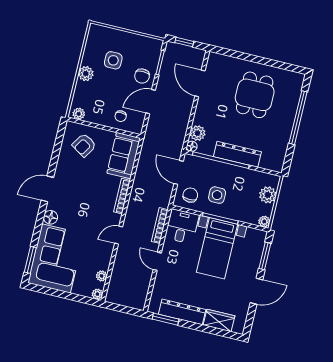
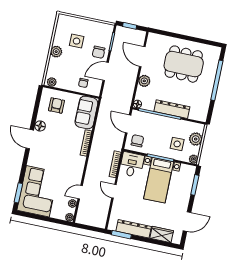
dining table: (255, 95) -> (184, 64), width x1.38
plant: (197, 133) -> (144, 81), moved
armchair: (84, 145) -> (56, 105), turned 148
door: (47, 189) -> (30, 139), hinge flipped
side table: (217, 195) -> (177, 144), moved
floor lamp: (51, 217) -> (40, 126), moved
door: (119, 235) -> (80, 192), moved
door: (256, 291) -> (187, 222), moved

